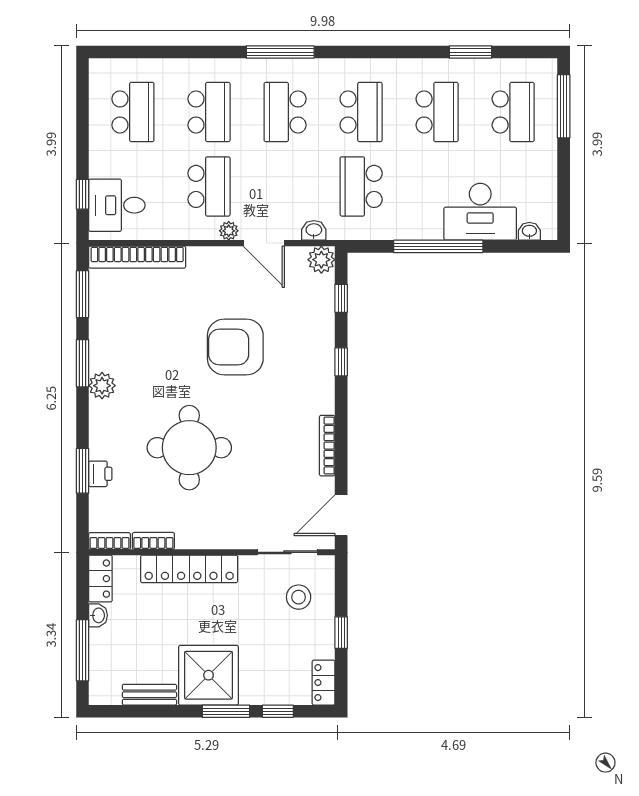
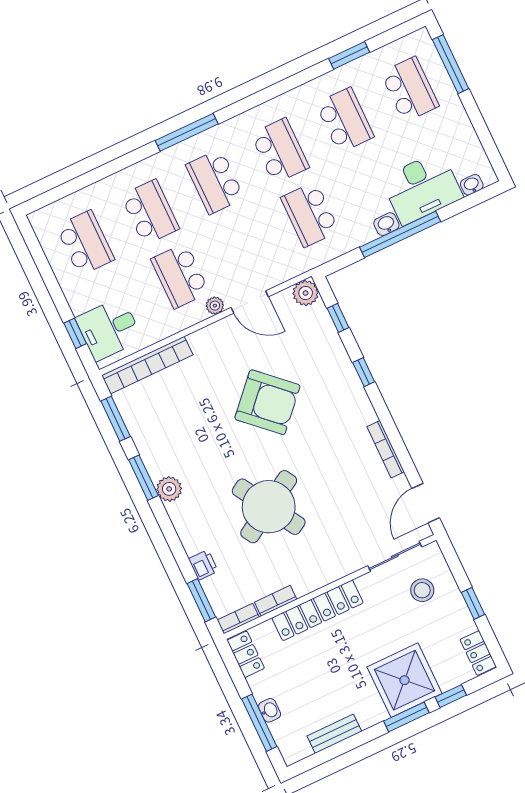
school desk: (209, 186) -> (180, 276), turned 180
washbasin: (314, 230) -> (386, 224), moved
armchair: (235, 347) -> (267, 402), turned -137
round table: (189, 448) -> (269, 507), turned -31
window: (82, 471) -> (201, 600), moved
washbasin: (98, 615) -> (270, 710), moved
shower: (209, 675) -> (404, 680), moved

